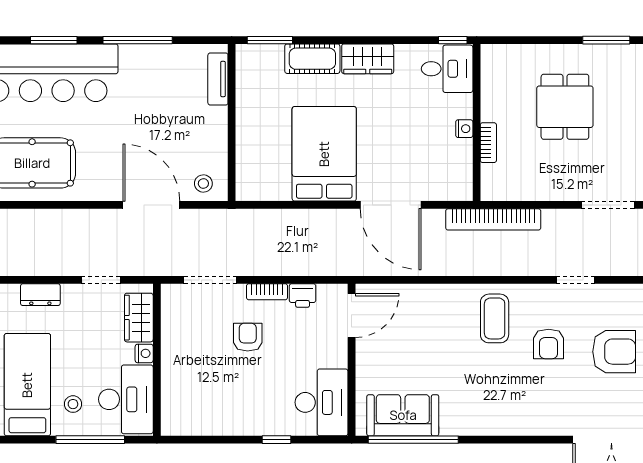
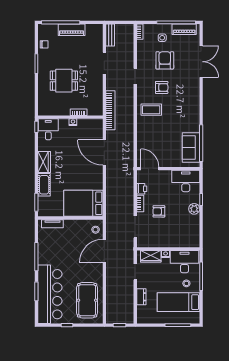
bed: (324, 154) -> (83, 203), moved
door: (391, 205) -> (104, 152), swing flipped
plant: (254, 423) -> (194, 209), added

